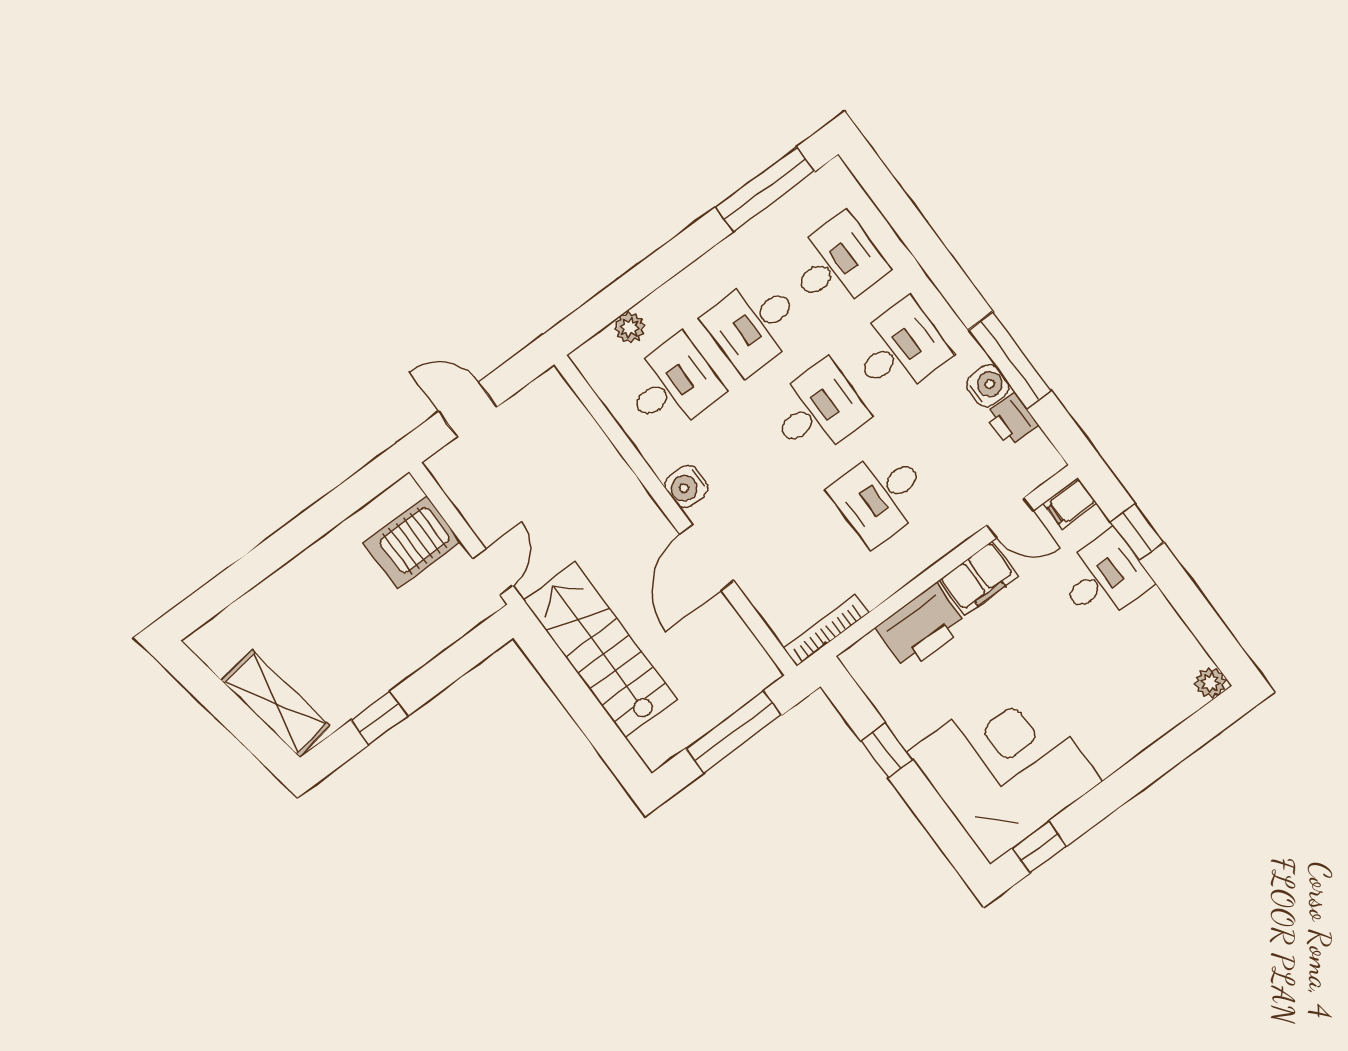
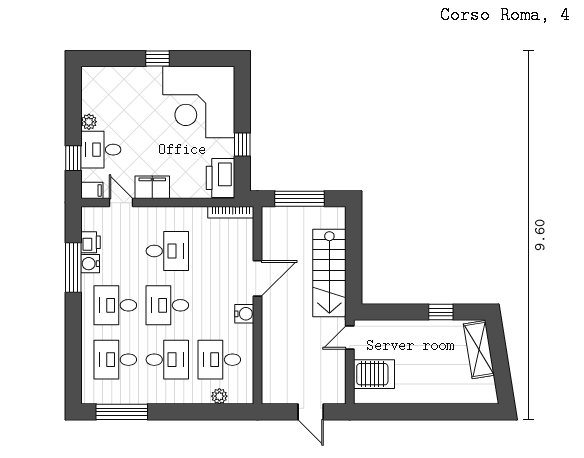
printer: (922, 627) -> (220, 178), moved, turned -90
plant: (1210, 683) -> (89, 122), moved
window: (1039, 847) -> (158, 59), moved

